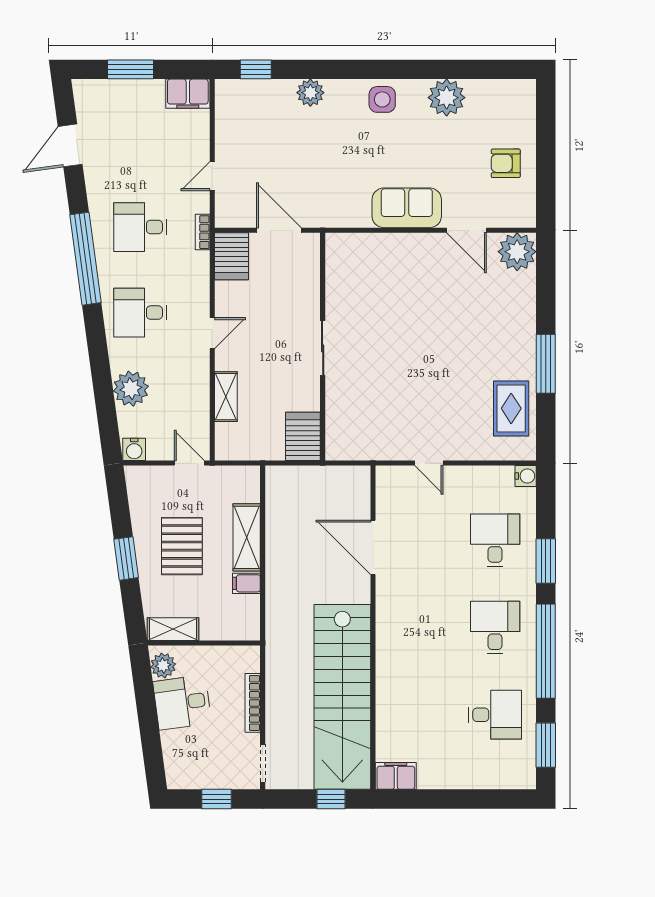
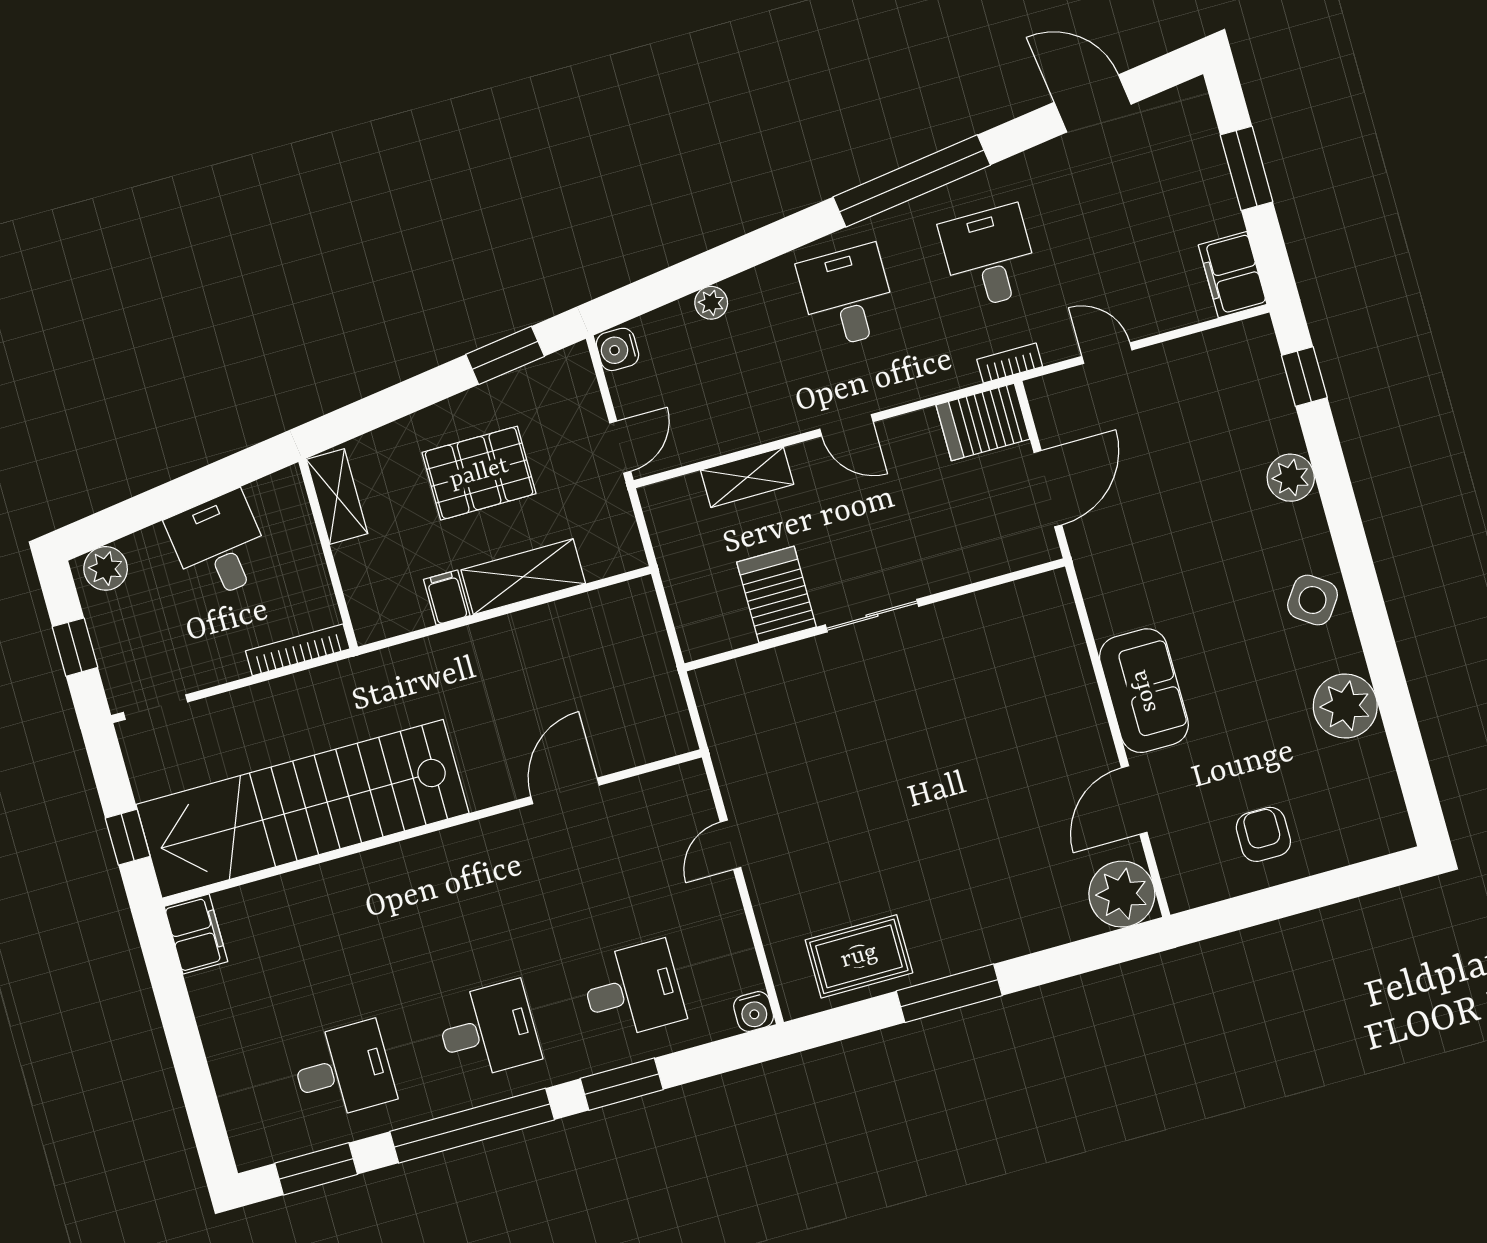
side table: (382, 99) -> (1313, 600), turned 35
plant: (131, 389) -> (711, 303), width x0.53, depth x0.53
server rack: (303, 436) -> (777, 594), moved, turned -90
door: (373, 547) -> (565, 791), width x0.73
window: (126, 558) -> (505, 355), moved
plant: (163, 665) -> (106, 568), moved
bookcase: (253, 703) -> (298, 650), moved
desk: (495, 715) -> (343, 1071), turned -90

